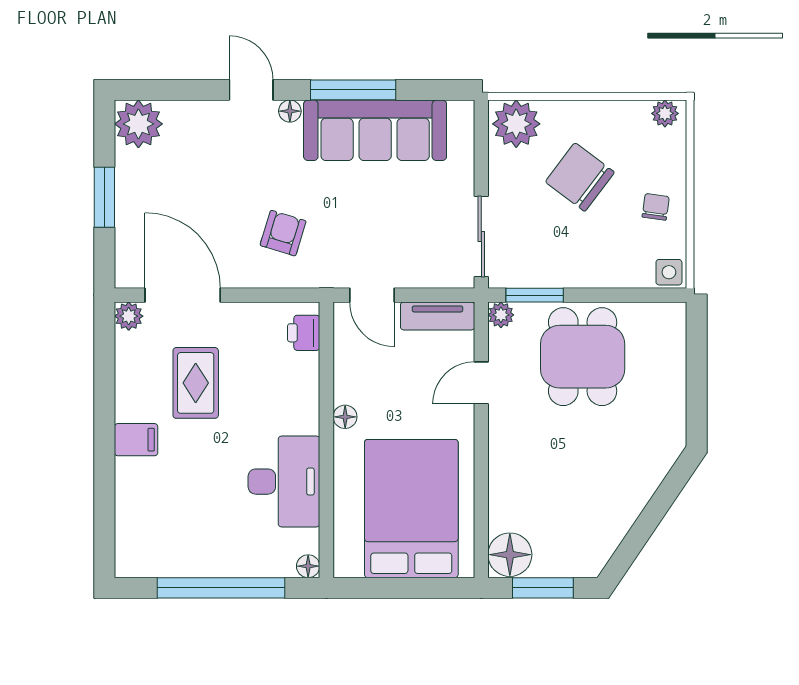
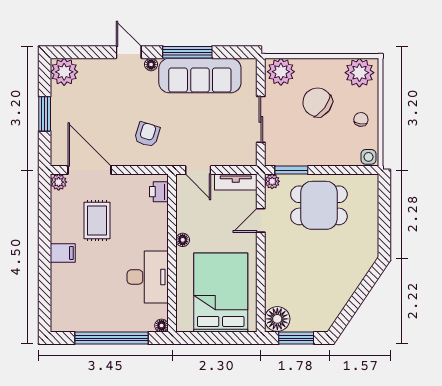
plant: (665, 113) -> (359, 73), width x1.88, depth x1.88
sliding door: (481, 236) -> (261, 119), moved
dining table: (583, 357) -> (319, 205), turned 90

